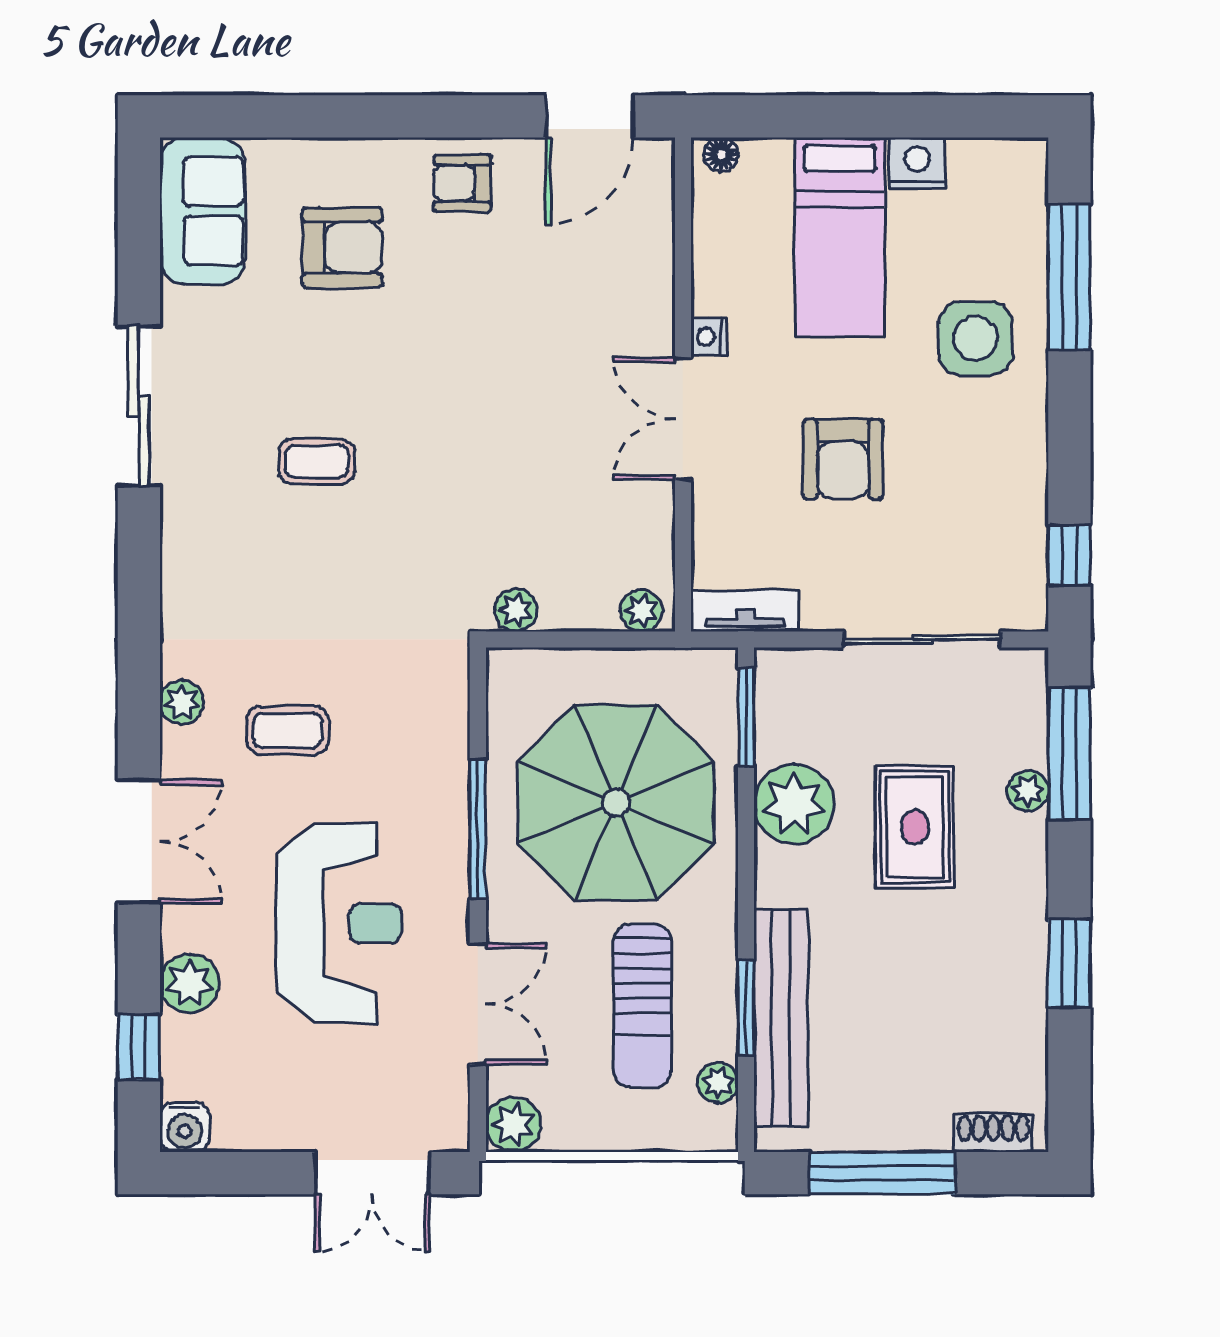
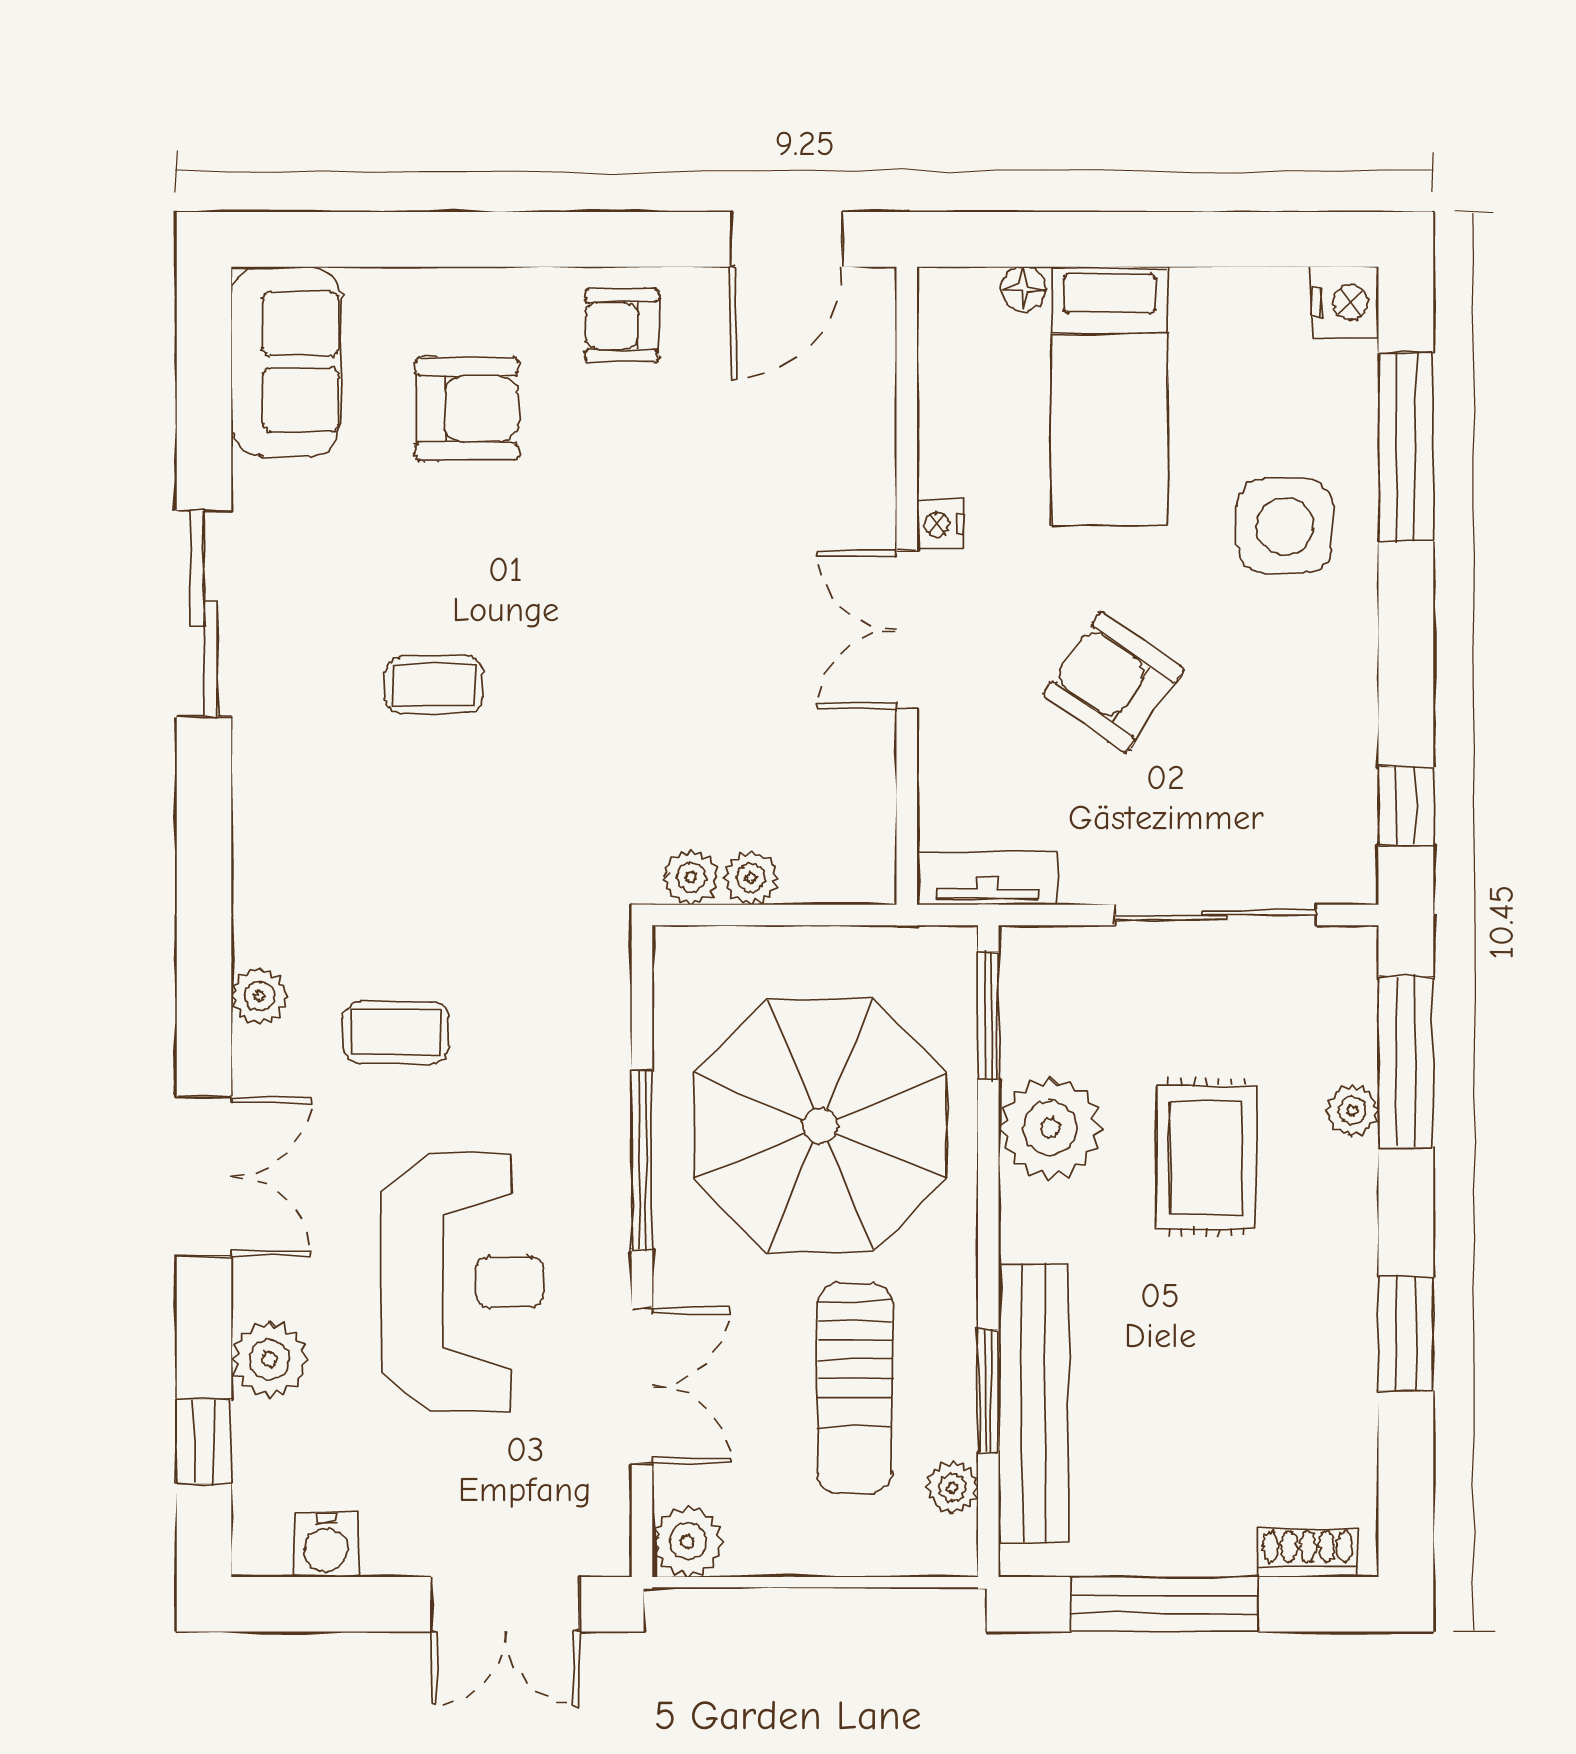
floor lamp: (721, 155) -> (1024, 289), moved
nightstand: (917, 163) -> (1345, 303), moved, turned 90
armchair: (843, 459) -> (1114, 682), turned 125
plant: (641, 611) -> (751, 878), moved
water cooler: (185, 1127) -> (326, 1545), moved

